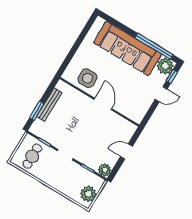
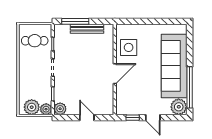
window: (172, 76) -> (133, 118), moved
window: (37, 111) -> (75, 21), width x1.44
plant: (98, 182) -> (46, 109), added

